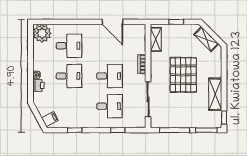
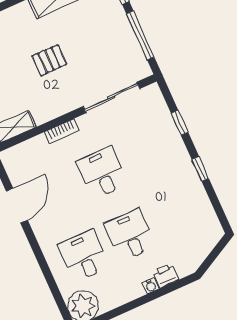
pallet: (183, 75) -> (49, 60), width x0.49, depth x0.50
desk: (110, 106) -> (148, 152), removed
filing cabinet: (50, 119) -> (210, 235), removed
window: (75, 130) -> (200, 169), moved

